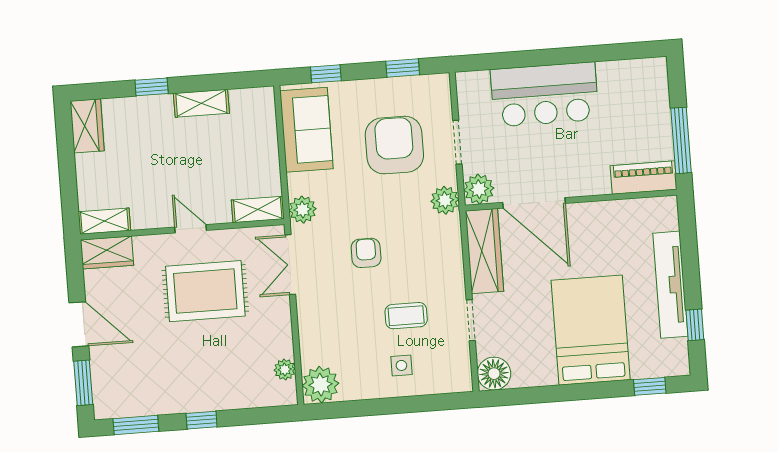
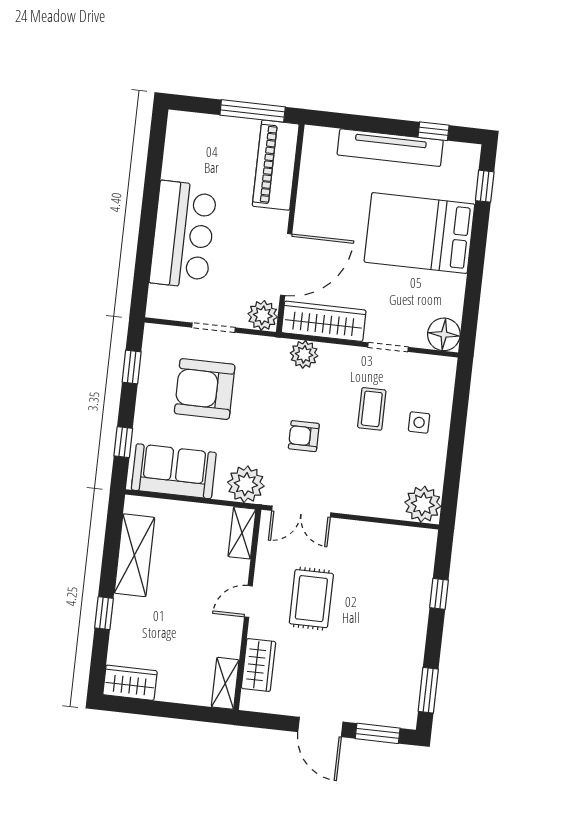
shelving: (201, 103) -> (134, 555), width x1.50, depth x1.33
piano: (643, 178) -> (276, 165), width x1.37, depth x1.33
plant: (445, 200) -> (304, 354), moved
plant: (303, 210) -> (246, 484), width x1.36, depth x1.36
wardrobe: (107, 253) -> (258, 665), moved
rug: (205, 291) -> (311, 599), width x0.73, depth x0.70
door: (79, 324) -> (320, 727), swing flipped
plant: (285, 369) -> (402, 536), removed
window: (202, 420) -> (439, 594), moved

